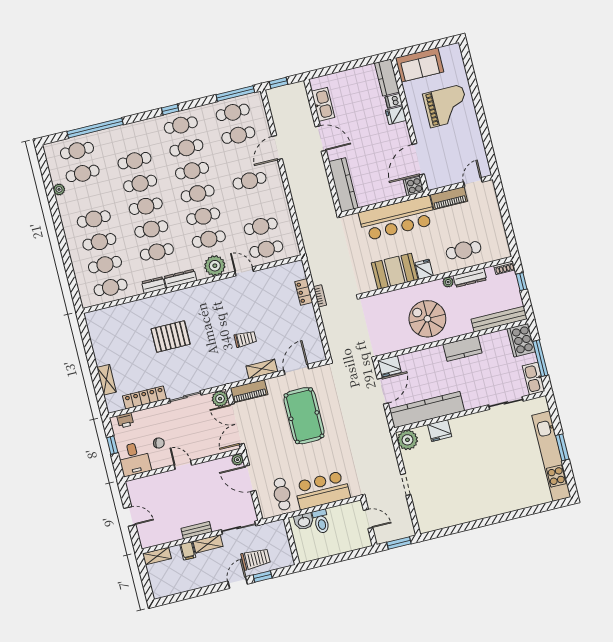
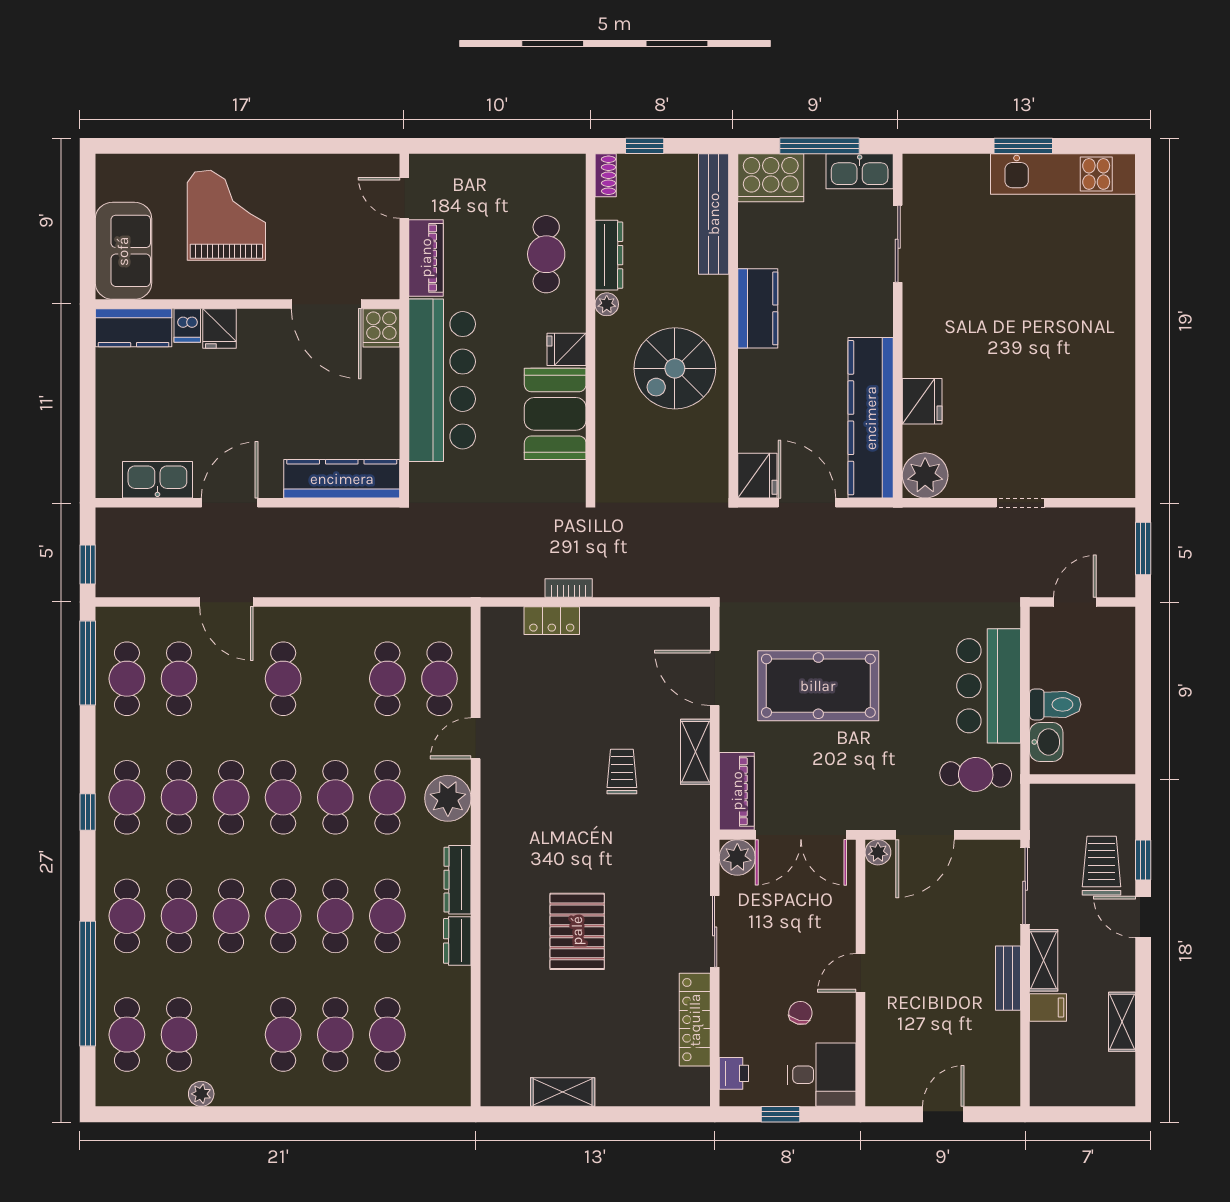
cafe table: (111, 287) -> (127, 916), moved
shelving: (107, 380) -> (563, 1092), moved
kitchen unit: (551, 456) -> (1063, 174), width x0.73
shelving: (157, 556) -> (1122, 1022), moved

